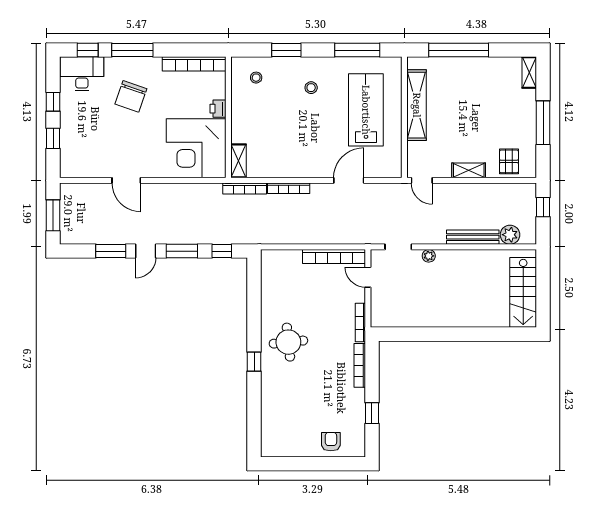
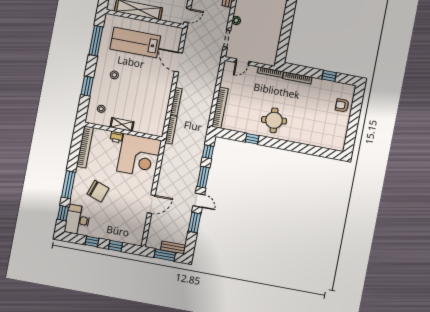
shelving: (238, 161) -> (122, 124), moved
bench: (67, 226) -> (173, 247), added
bookcase: (334, 257) -> (220, 108), moved
window: (254, 362) -> (252, 139), moved

